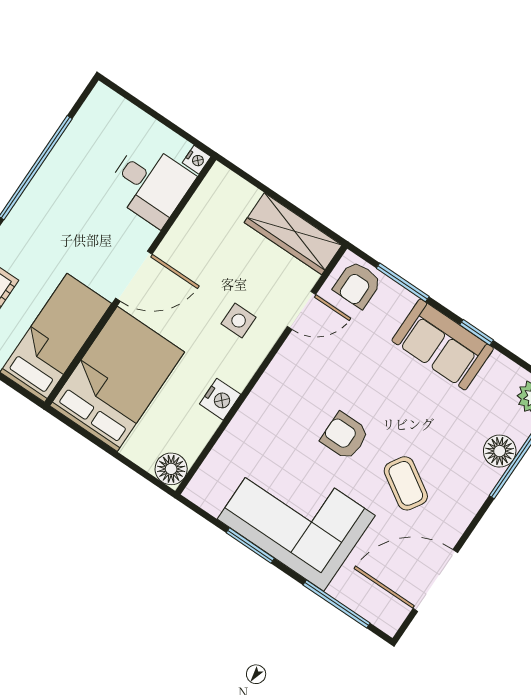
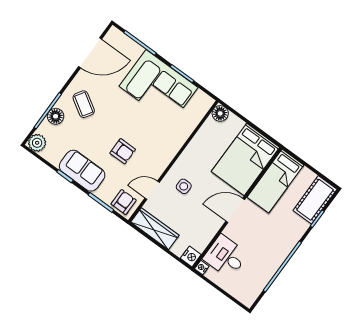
nightstand: (220, 399) -> (191, 256), moved, turned 180
armchair: (345, 436) -> (123, 151), moved
coffee table: (406, 483) -> (84, 104), moved

